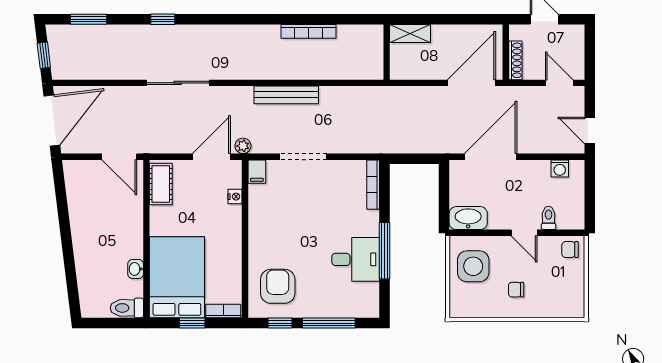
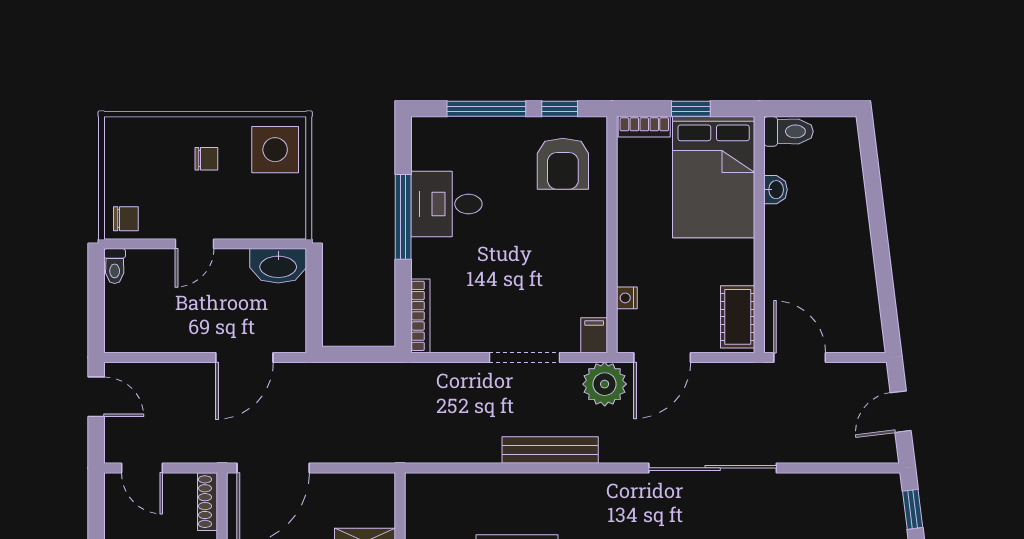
sliding door: (178, 83) -> (713, 468), width x1.36
door: (52, 120) -> (901, 412), width x0.53
plant: (243, 146) -> (605, 384), width x1.88, depth x1.88
door: (491, 157) -> (244, 357), width x0.73
washing machine: (560, 169) -> (141, 340), removed
toilet: (549, 218) -> (115, 266), moved
door: (524, 233) -> (195, 244), swing flipped
side table: (473, 266) -> (275, 150), moved

